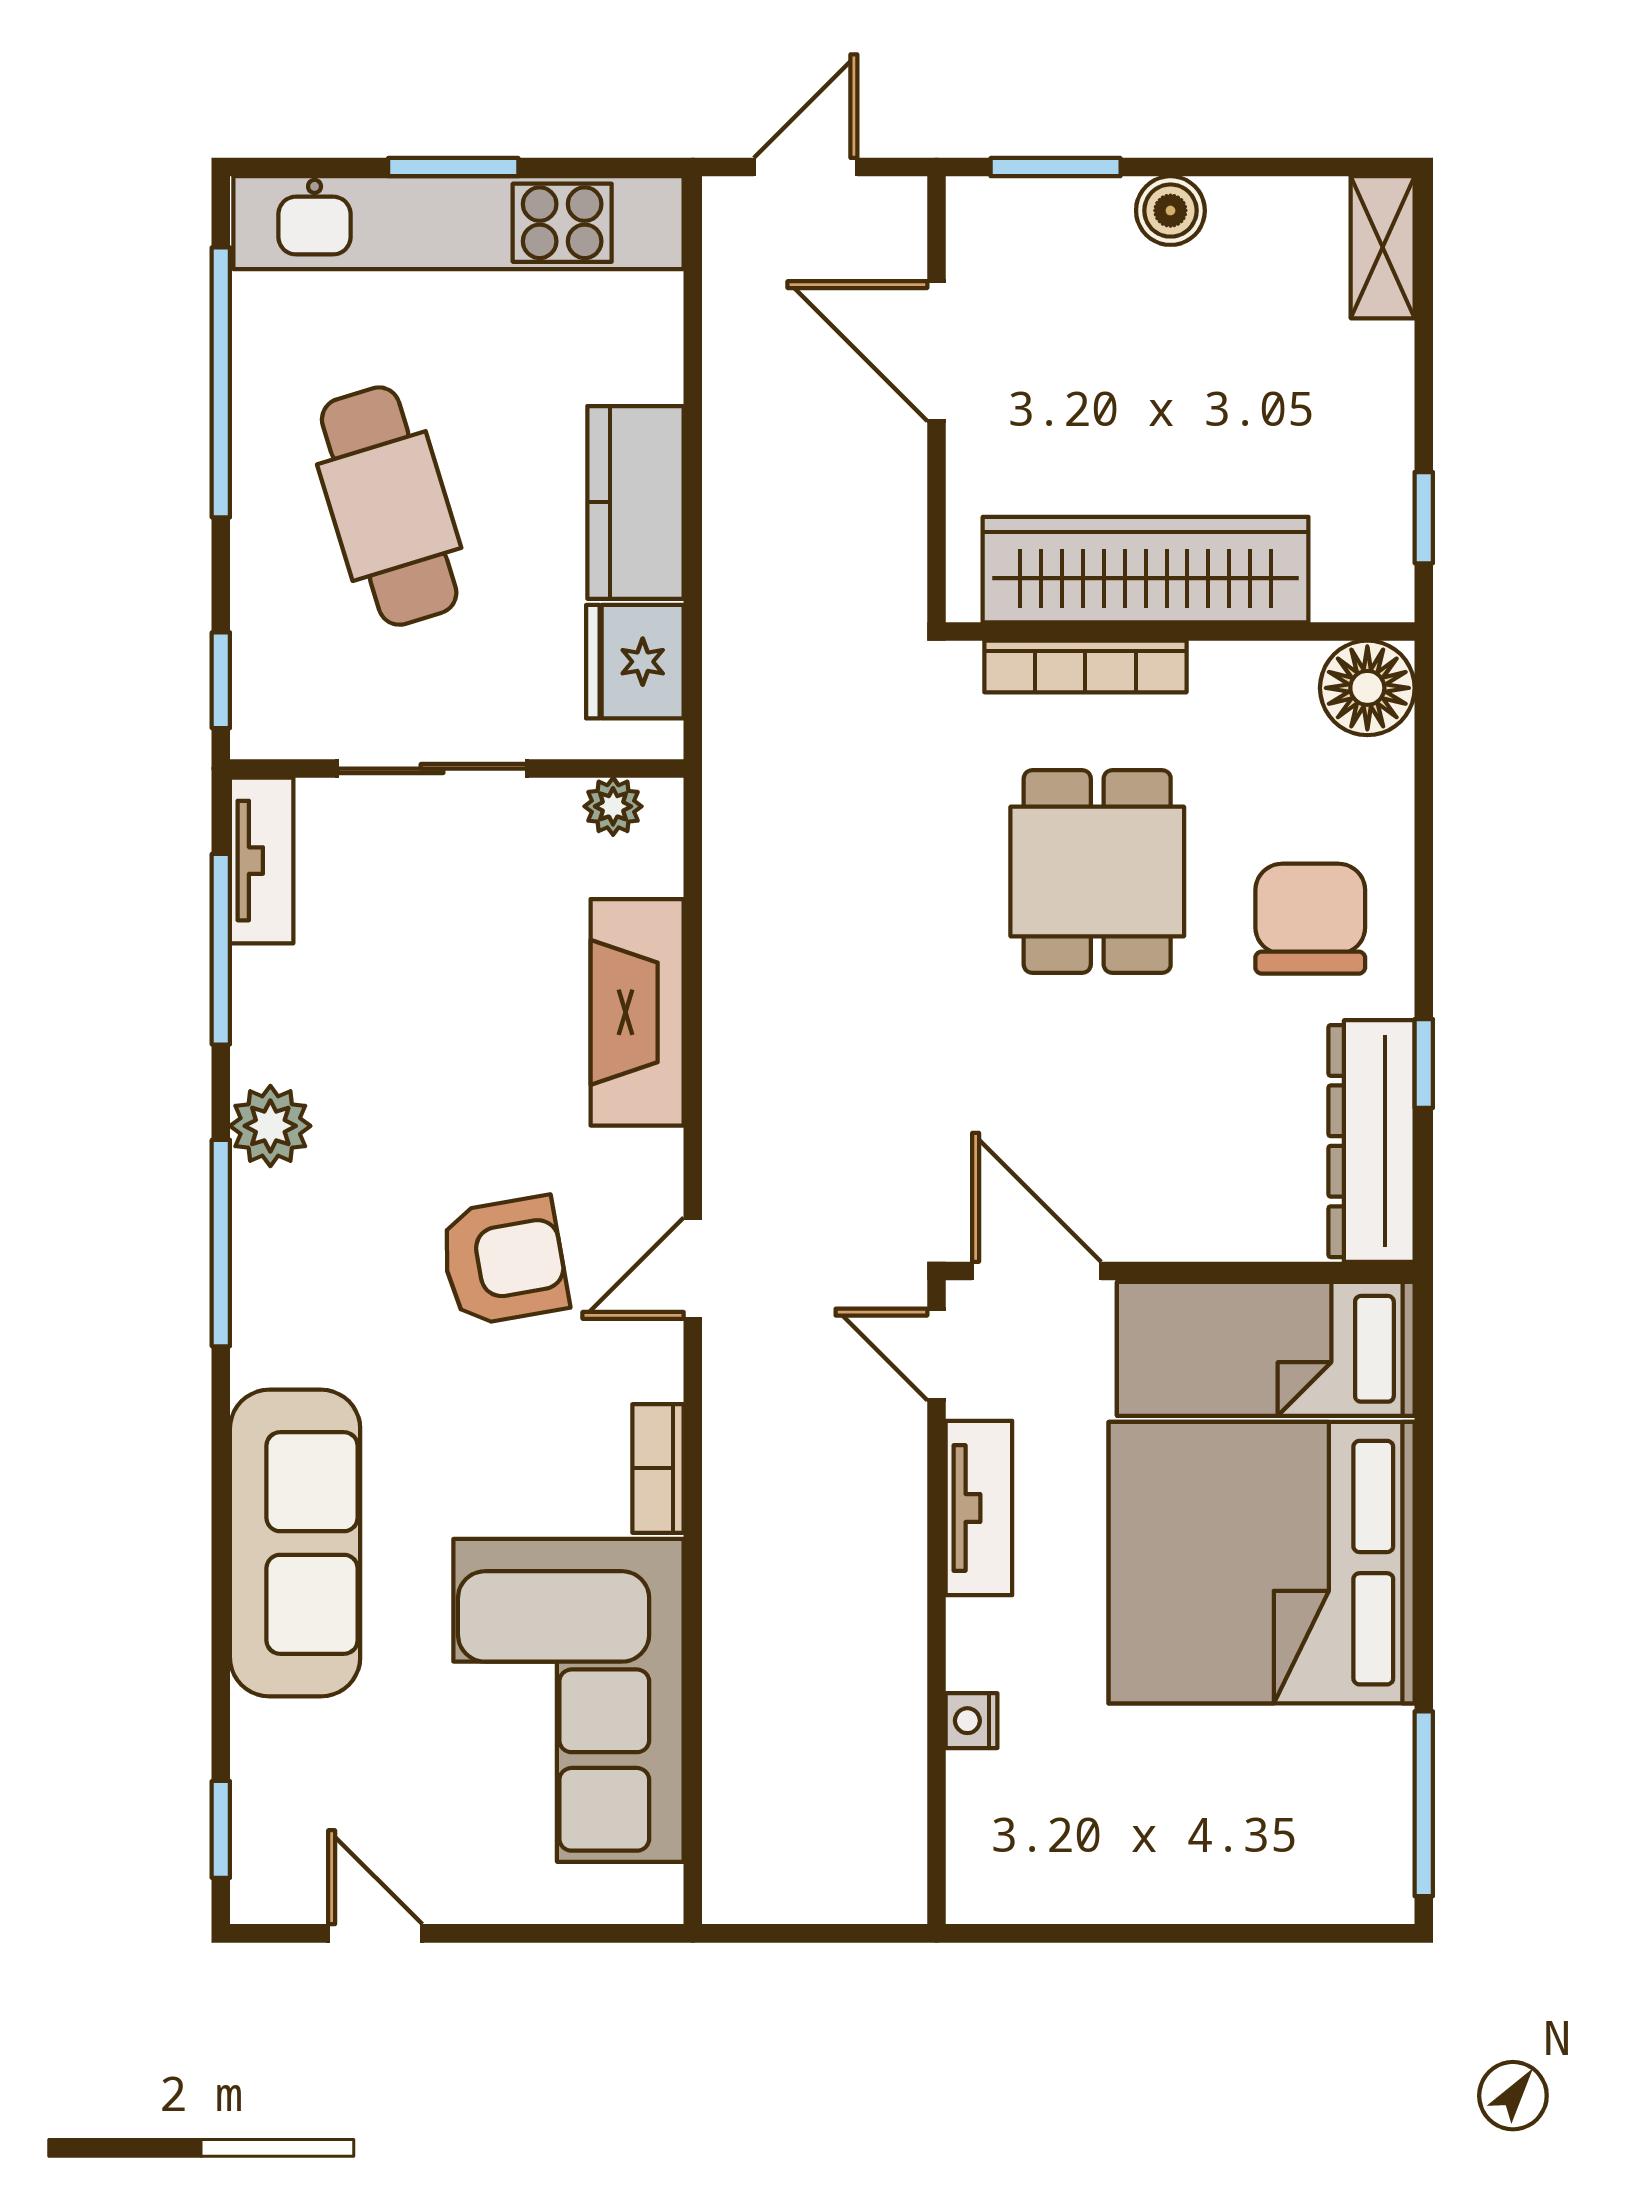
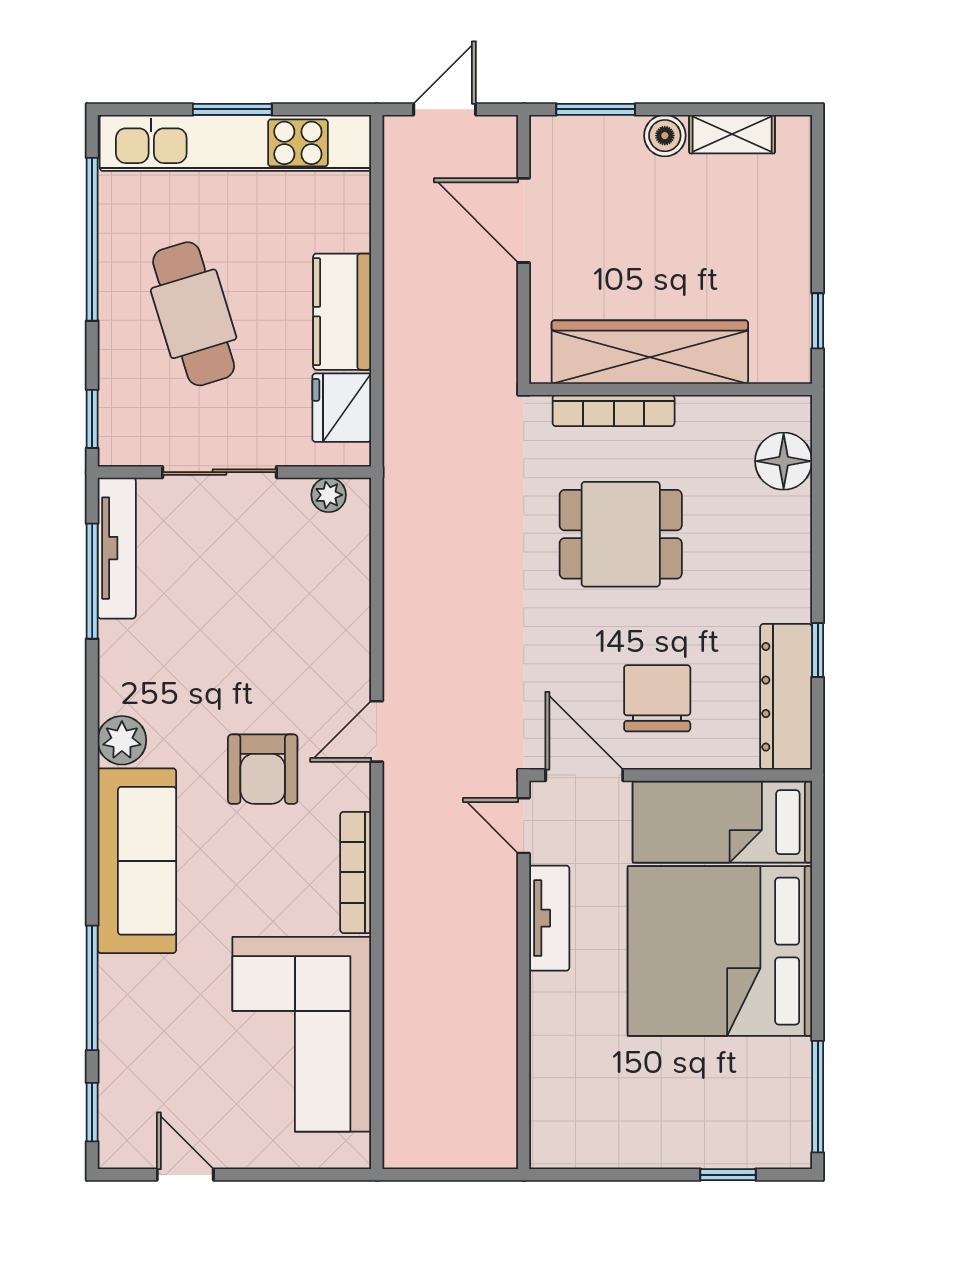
shelving: (1383, 247) -> (732, 134), moved, turned 90
floor lamp: (1367, 688) -> (784, 461), moved
tv unit: (262, 861) -> (117, 548), width x1.41
dining table: (1097, 872) -> (621, 534), turned 90
chair: (1310, 919) -> (657, 698), moved
fireplace: (637, 1012) -> (343, 619), removed
plant: (270, 1126) -> (122, 740), moved
window: (221, 1243) -> (92, 988), moved
armchair: (504, 1261) -> (263, 769), turned 100
door: (693, 1268) -> (377, 731), moved
bookcase: (658, 1468) -> (356, 872), width x1.56
sofa: (295, 1543) -> (137, 861), moved
nightstand: (972, 1721) -> (545, 1046), removed
window: (1275, 1933) -> (728, 1175), added

